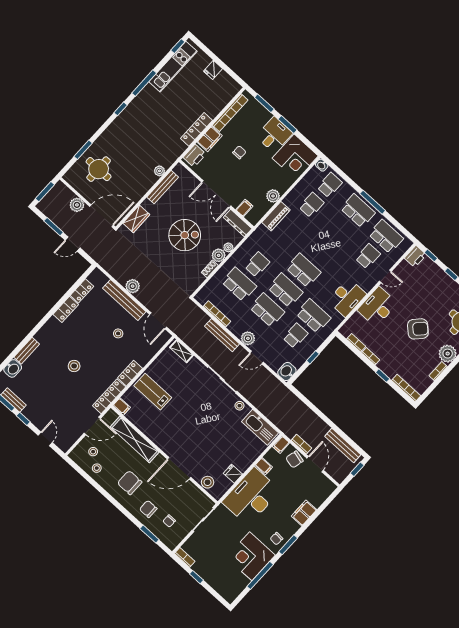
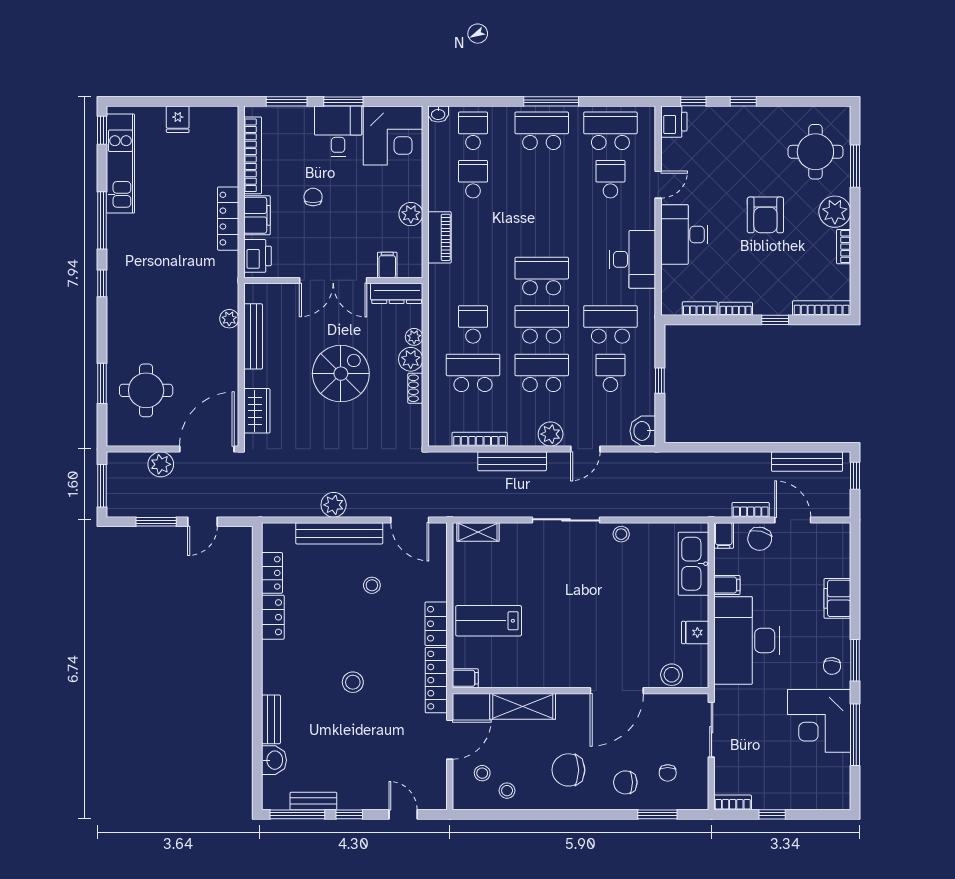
armchair: (418, 329) -> (765, 215), turned 137
kitchen sink: (260, 427) -> (693, 564), moved, turned 90
shelving: (135, 439) -> (523, 706), width x0.68

